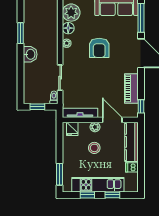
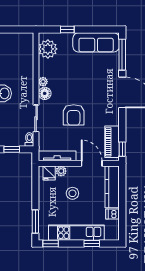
floor lamp: (68, 28) -> (45, 93), moved
armchair: (99, 48) -> (74, 115), moved
piano: (131, 88) -> (112, 142), moved
plant: (95, 127) -> (61, 171), moved
window: (87, 195) -> (51, 244), moved

